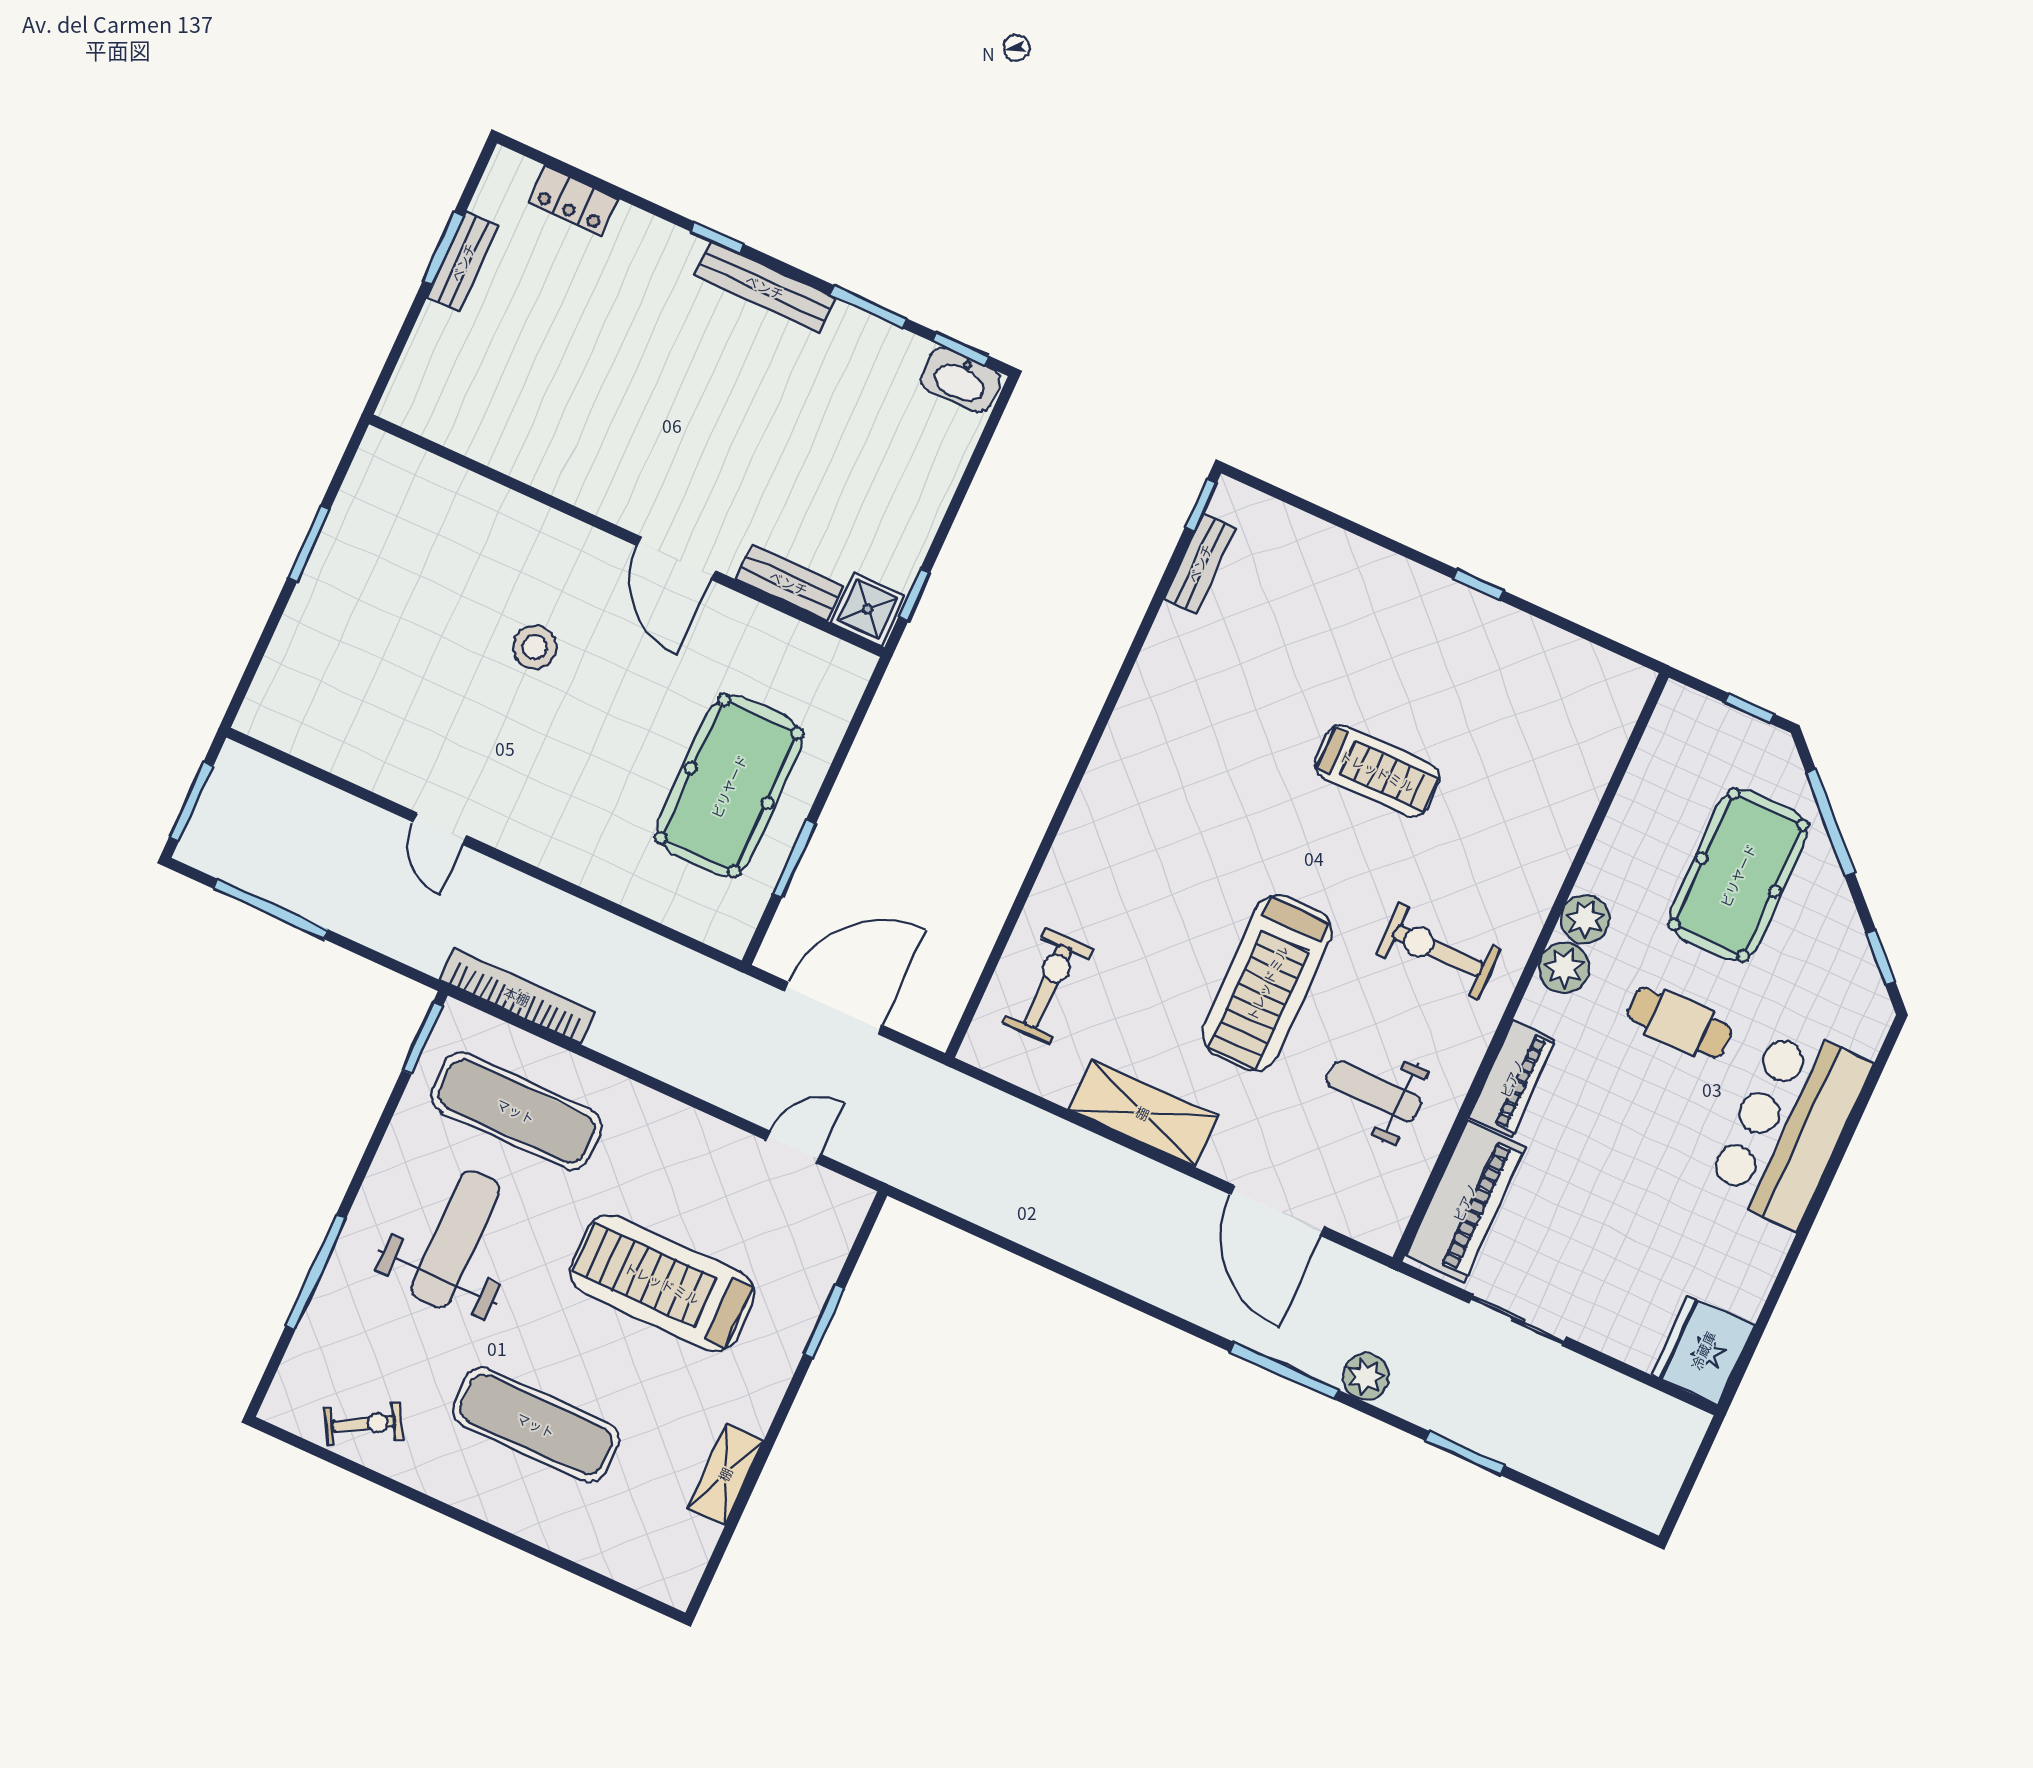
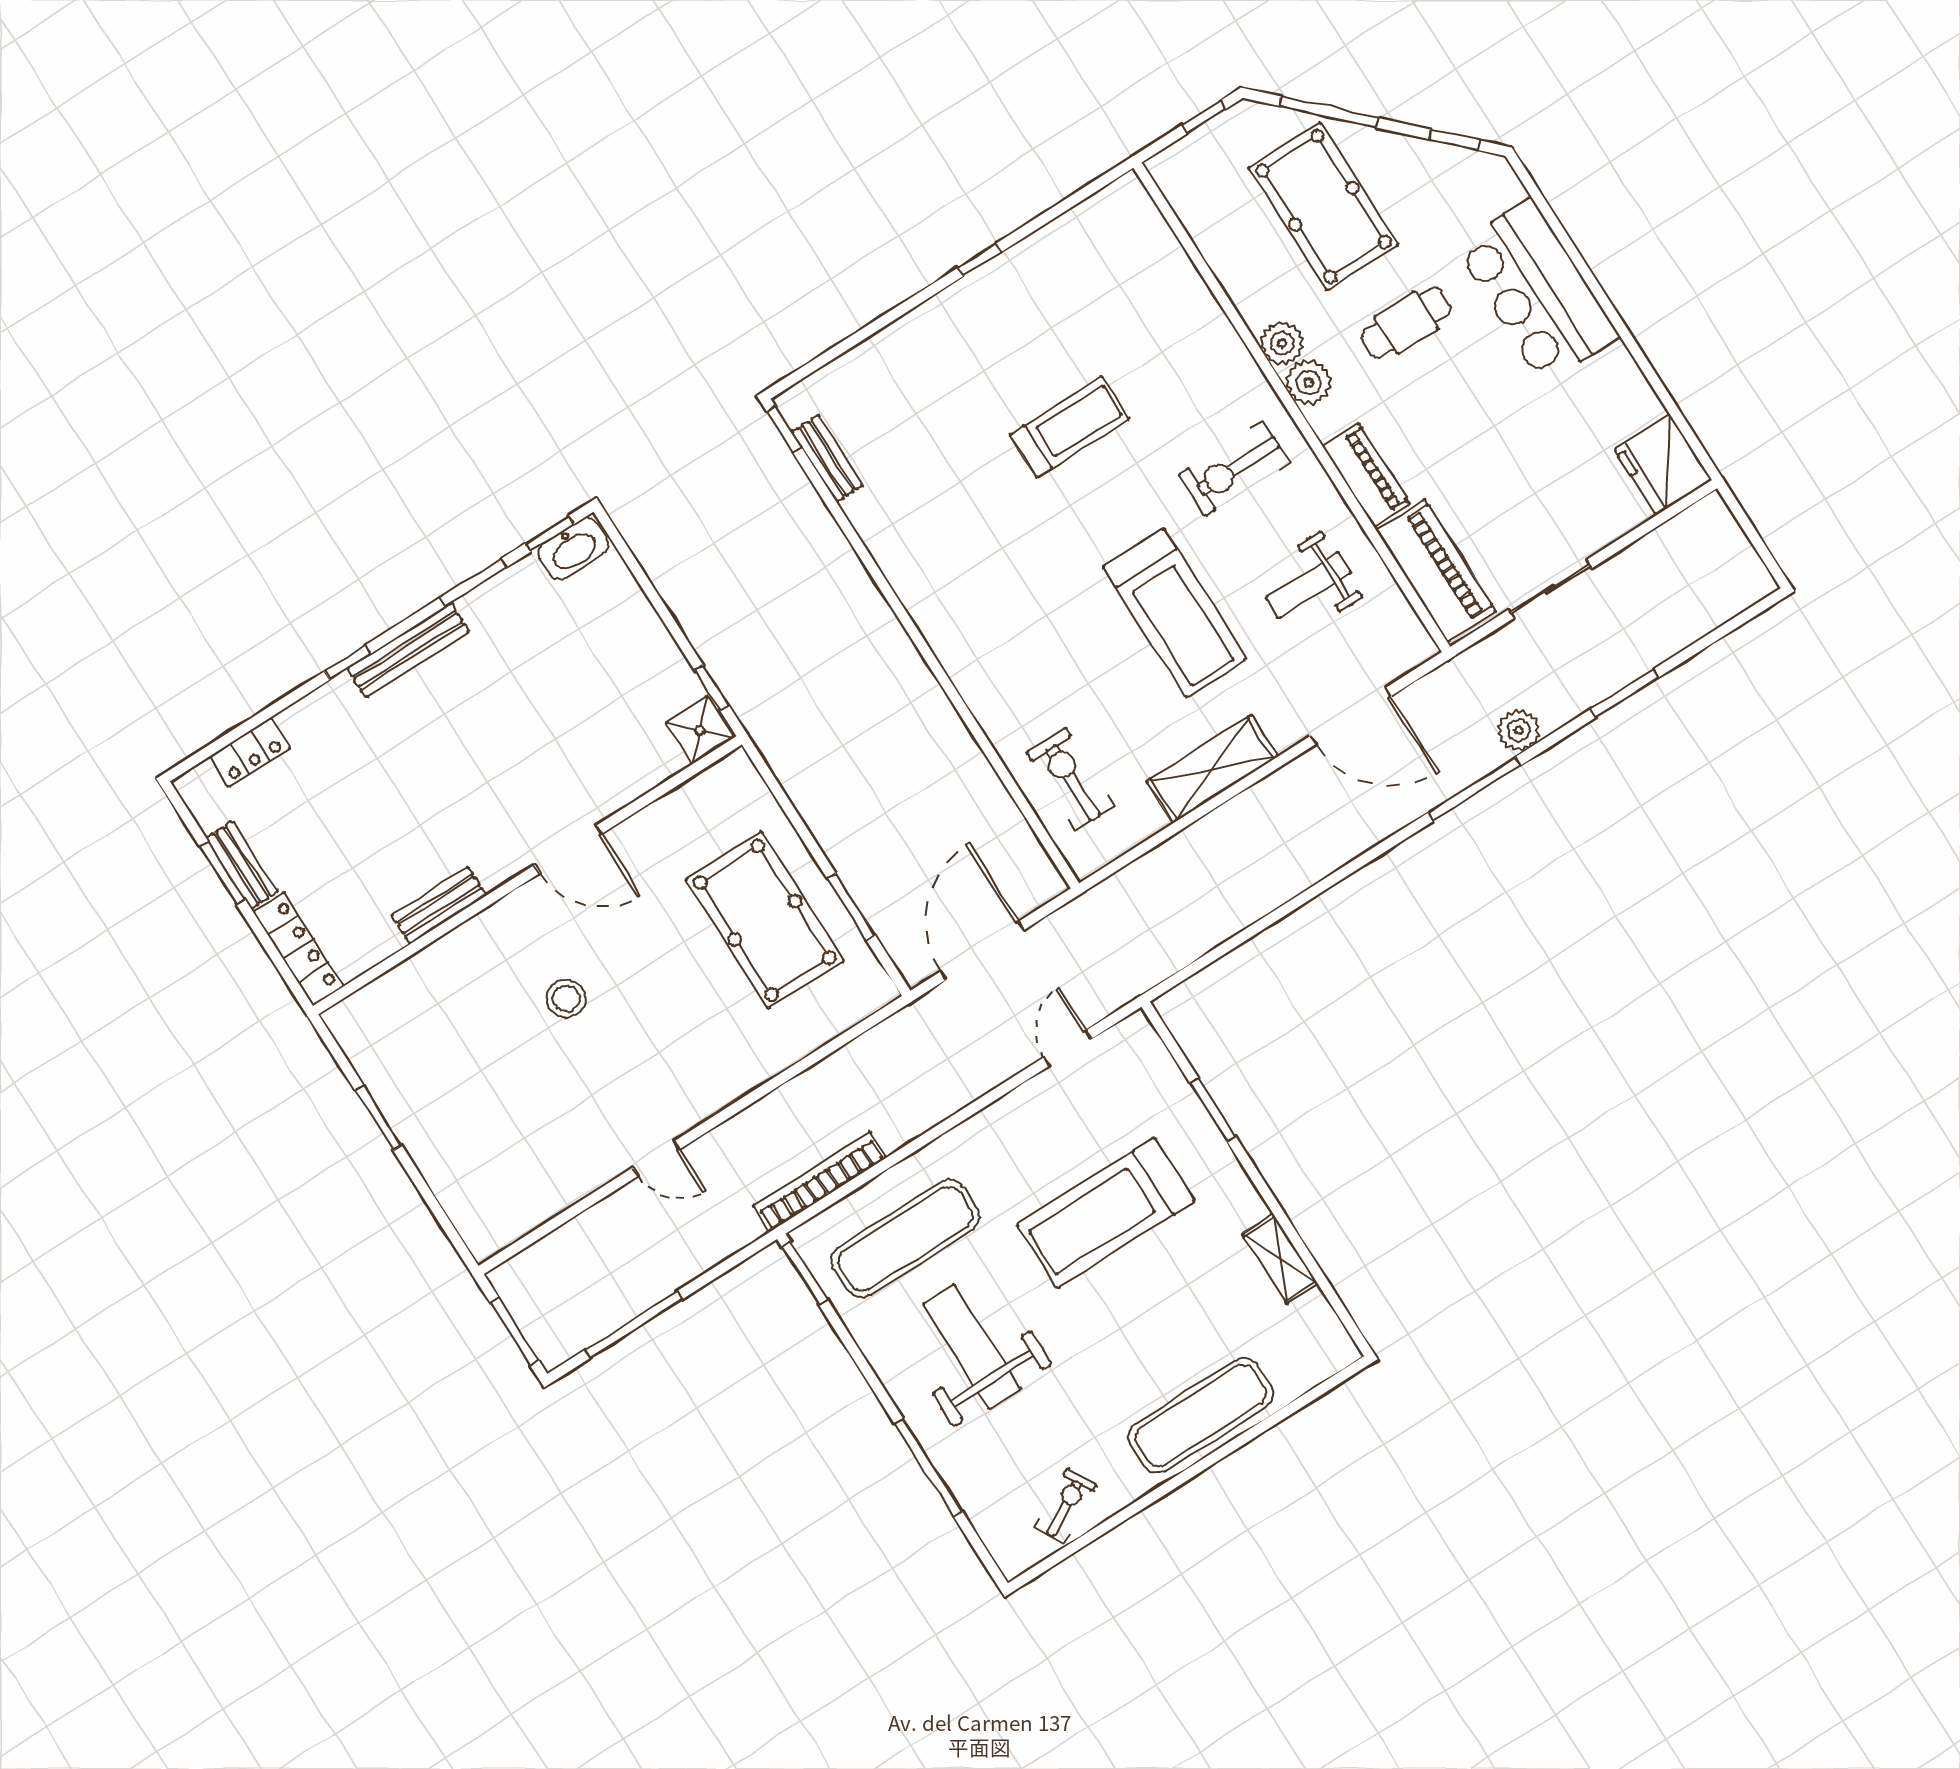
locker: (418, 366) -> (298, 949), added
bench: (789, 583) -> (439, 905), moved
exercise mat: (536, 1425) -> (1201, 1416), moved

